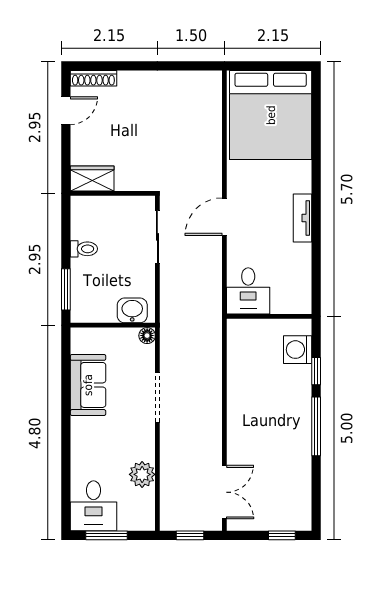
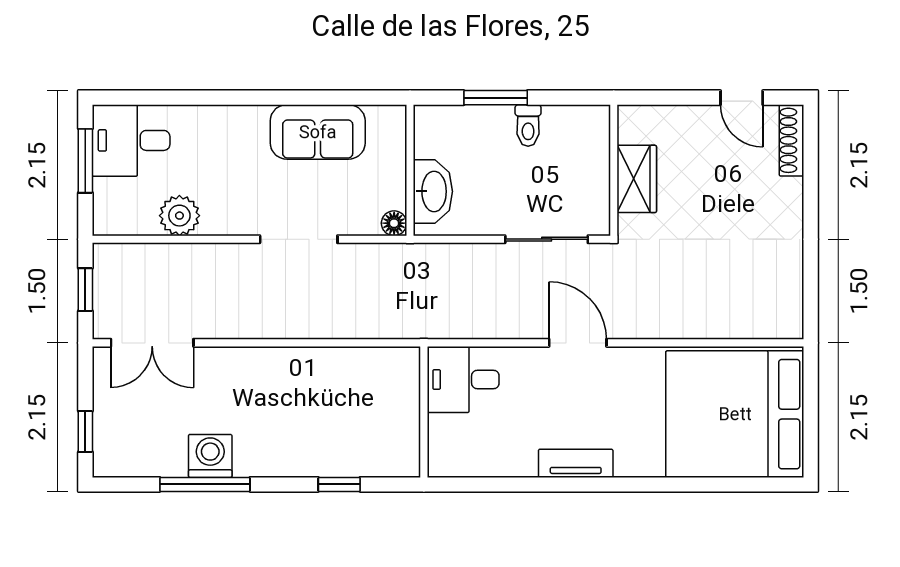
wardrobe: (92, 178) -> (637, 179), moved
window: (66, 289) -> (496, 98), moved
washbasin: (132, 310) -> (433, 191), width x1.38
washing machine: (298, 350) -> (210, 456), moved
window: (316, 426) -> (205, 484), moved

